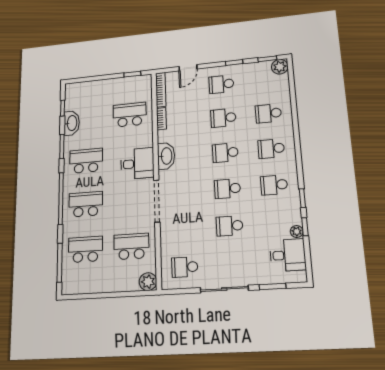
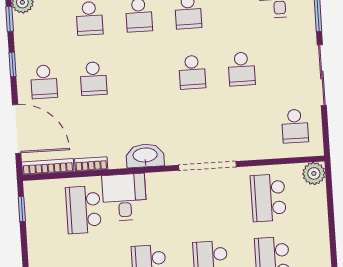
door: (188, 68) -> (17, 129), width x1.88
school desk: (225, 153) -> (143, 75), removed
desk: (137, 164) -> (124, 197), moved

